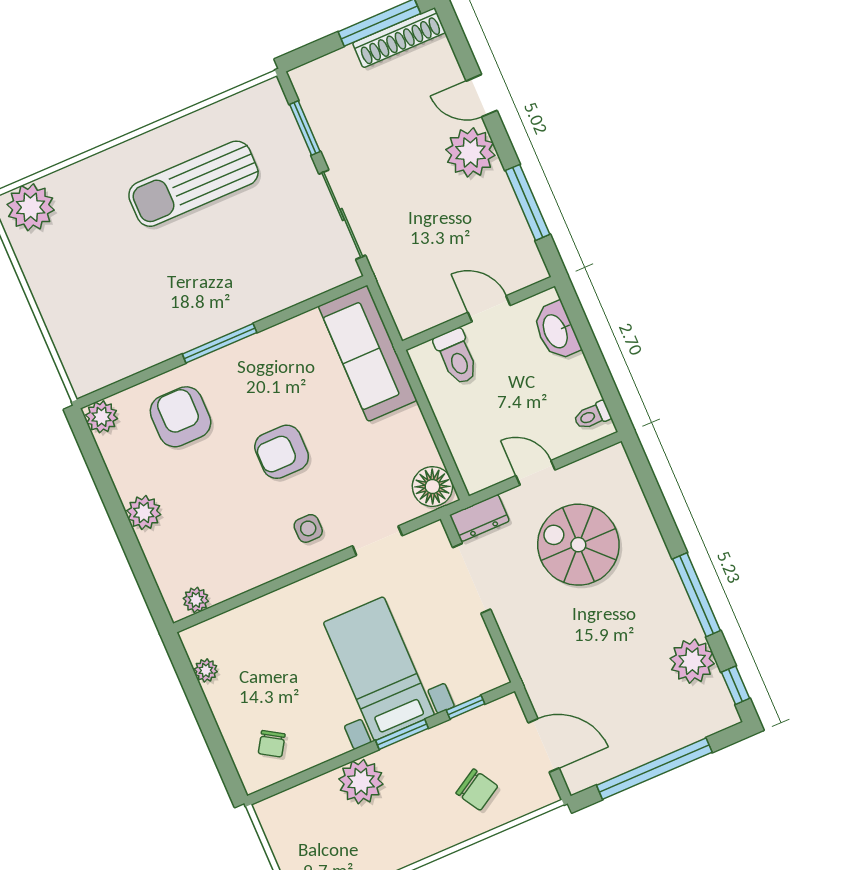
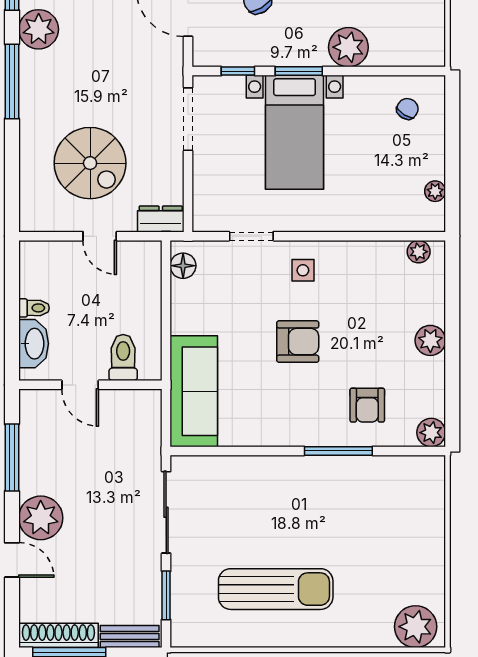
bench: (324, 69) -> (130, 637), added
window: (220, 343) -> (338, 451), moved
toilet: (592, 416) -> (34, 308), moved
armchair: (181, 417) -> (367, 405), width x0.72, depth x0.72
floor lamp: (432, 487) -> (183, 266), width x0.73, depth x0.73
doorway: (472, 578) -> (188, 119), moved

